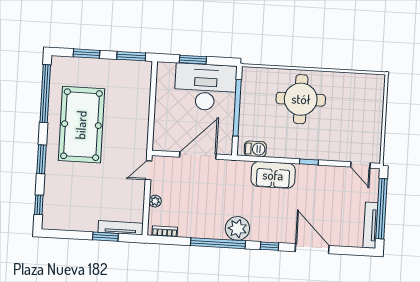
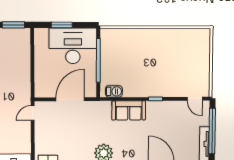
round table: (301, 99) -> (147, 51), removed
plant: (155, 201) -> (39, 136), removed

